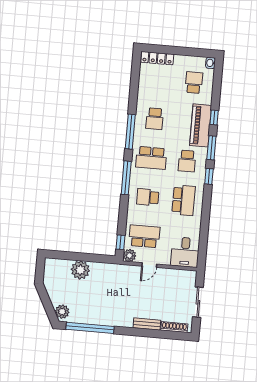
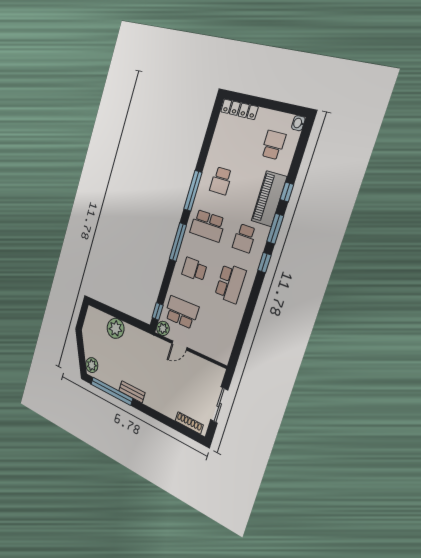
desk: (185, 252) -> (219, 343), removed
bench: (147, 324) -> (132, 392), moved

